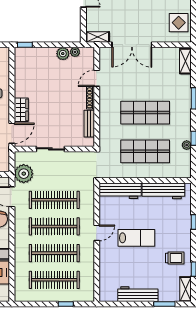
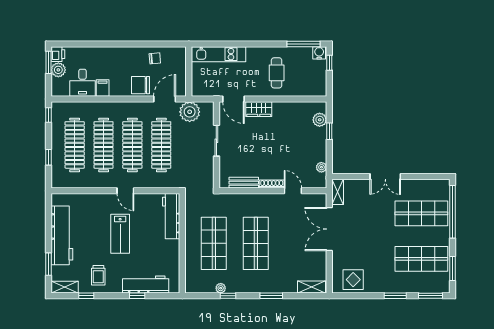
window: (25, 45) -> (329, 131), moved
plant: (63, 54) -> (320, 120), moved
workbench: (163, 191) -> (146, 285), moved, turned 90
workbench: (138, 294) -> (62, 235), width x1.36, depth x1.32
window: (27, 304) -> (48, 115), added

